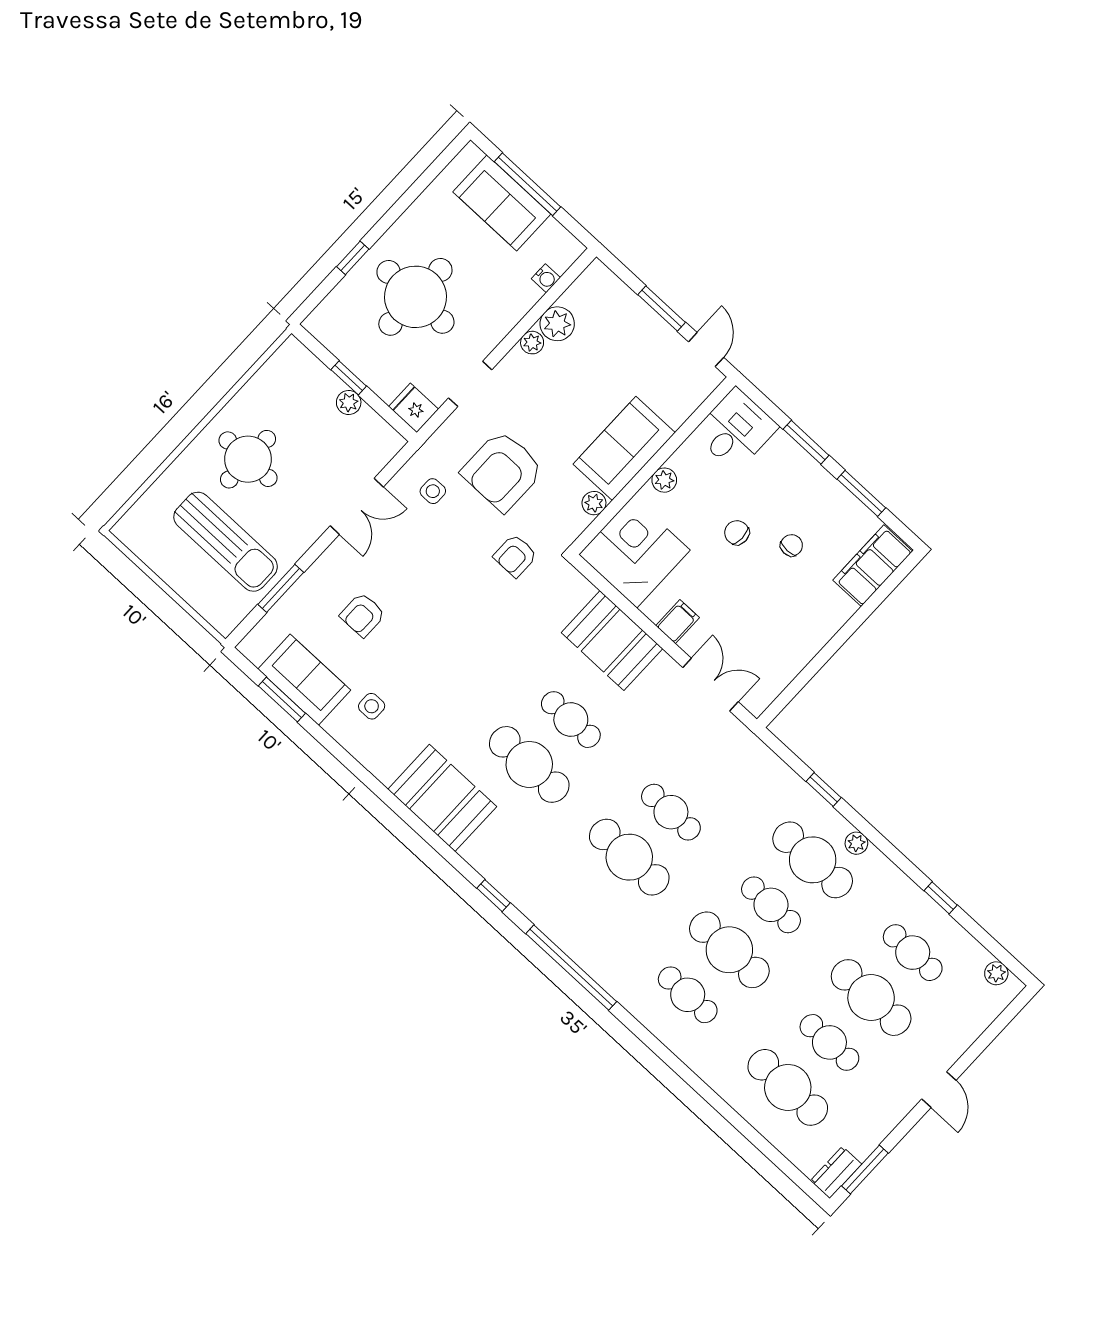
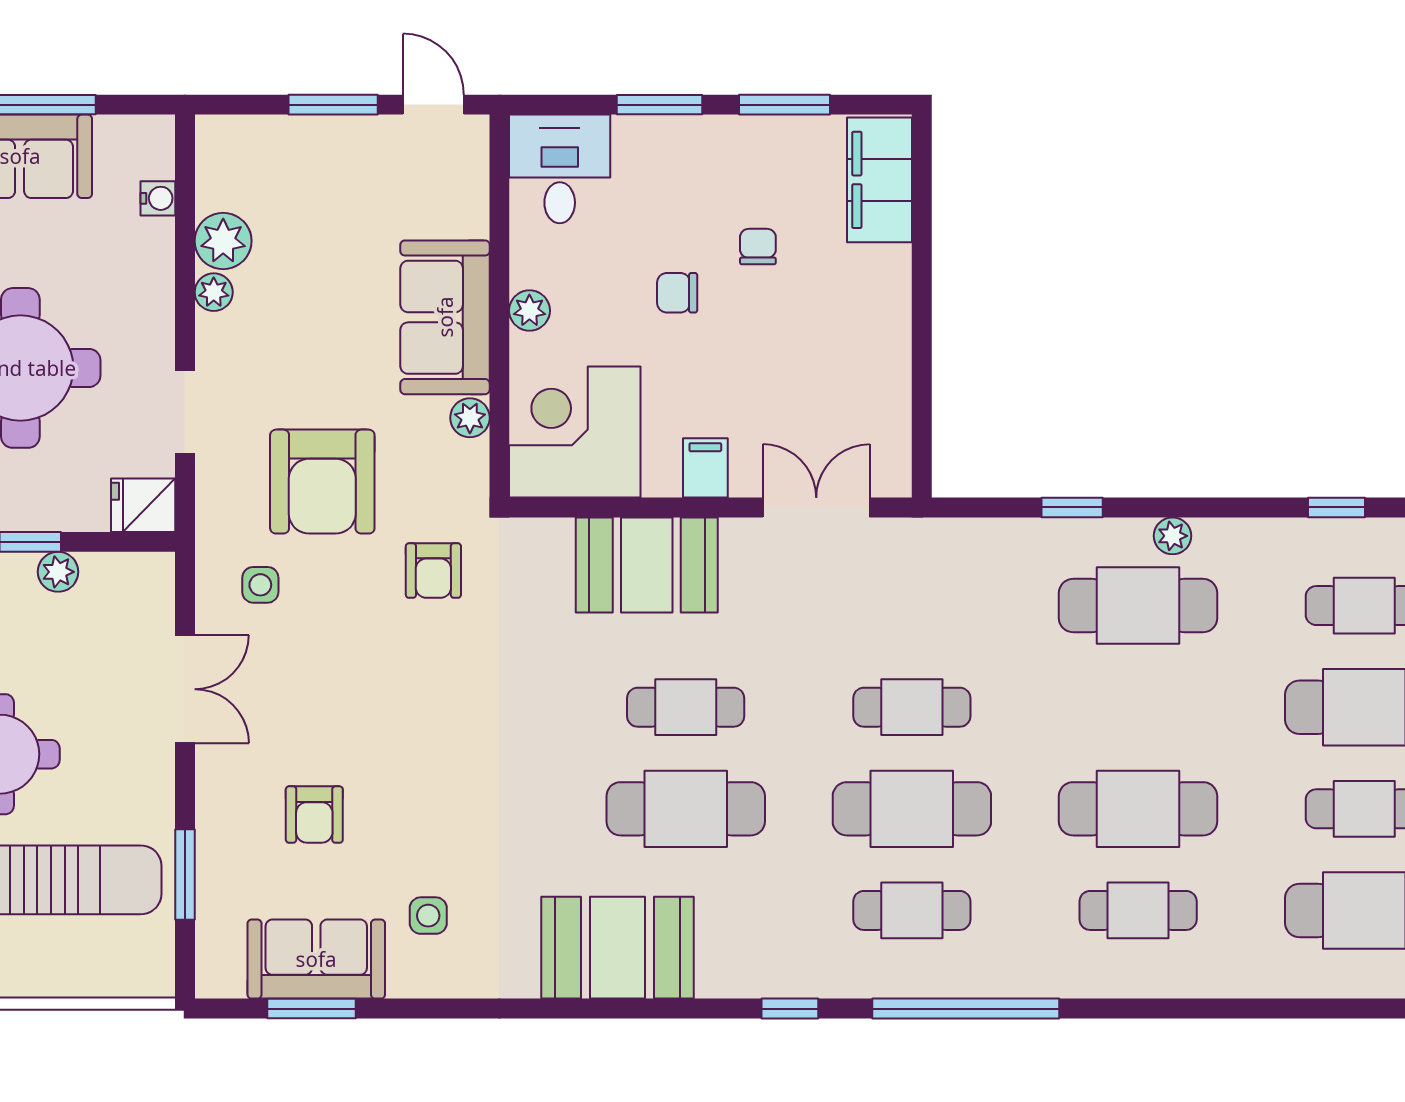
cafe table: (771, 905) -> (912, 910), moved

